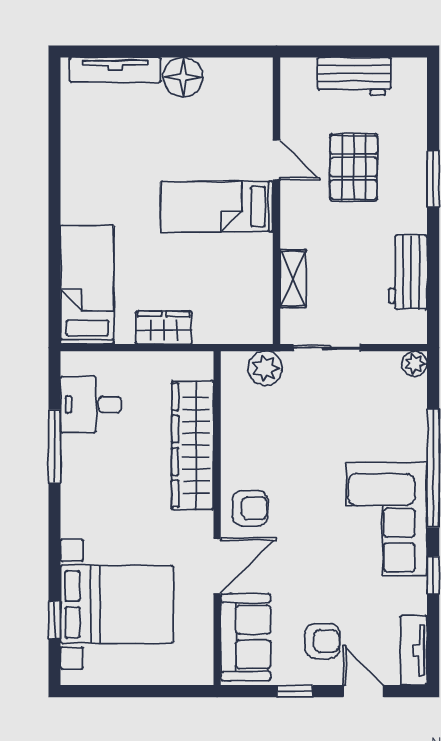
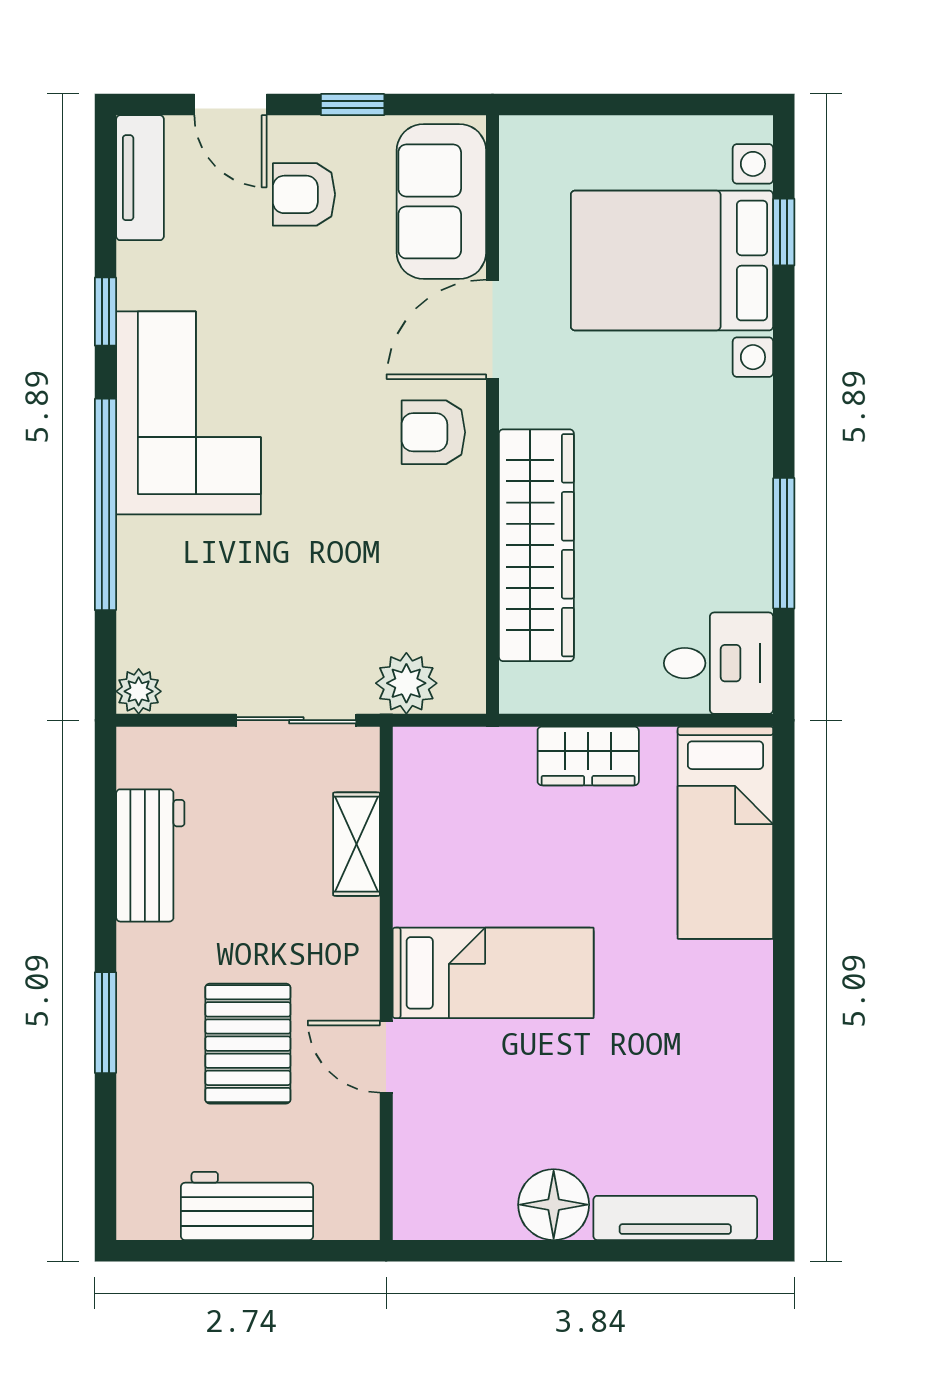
desk: (91, 405) -> (719, 663), moved

